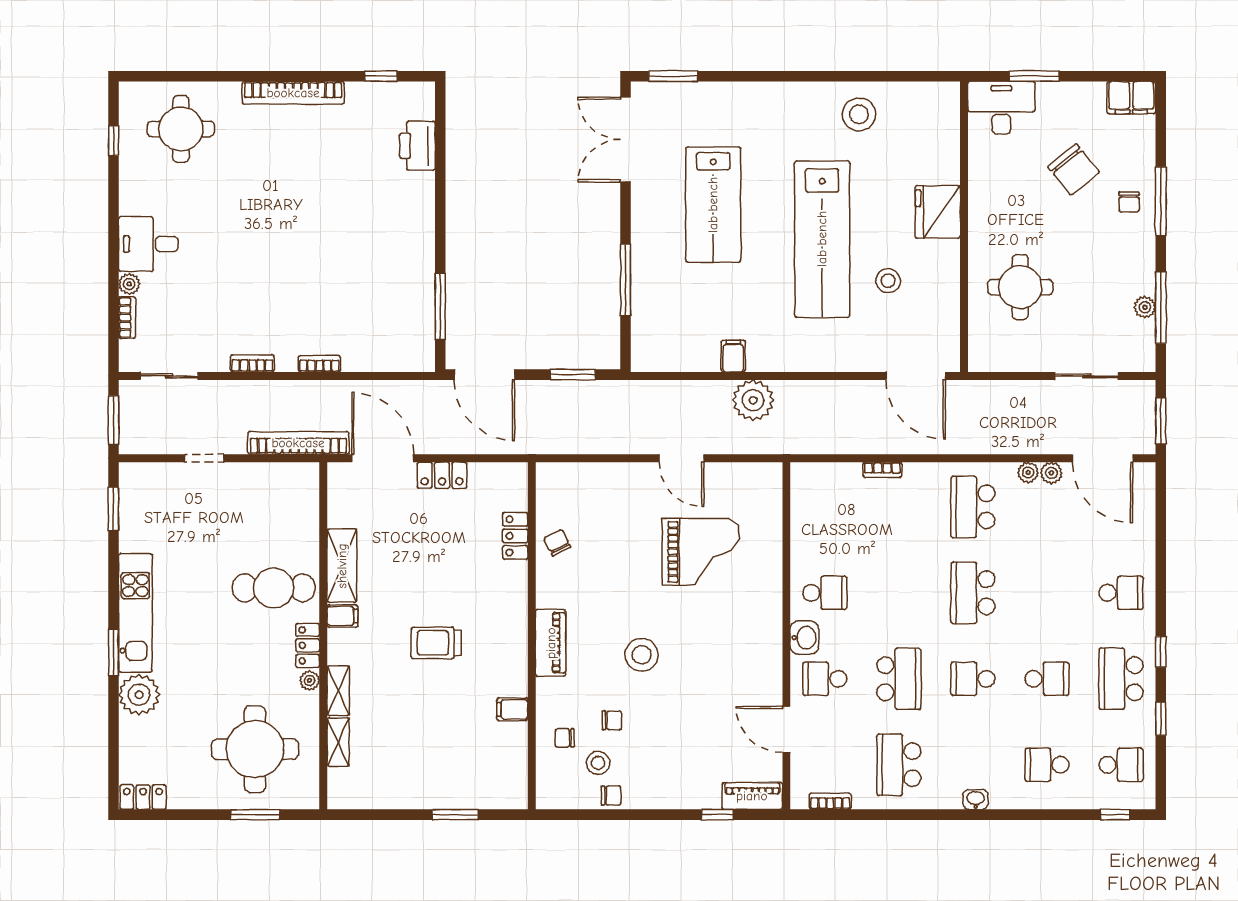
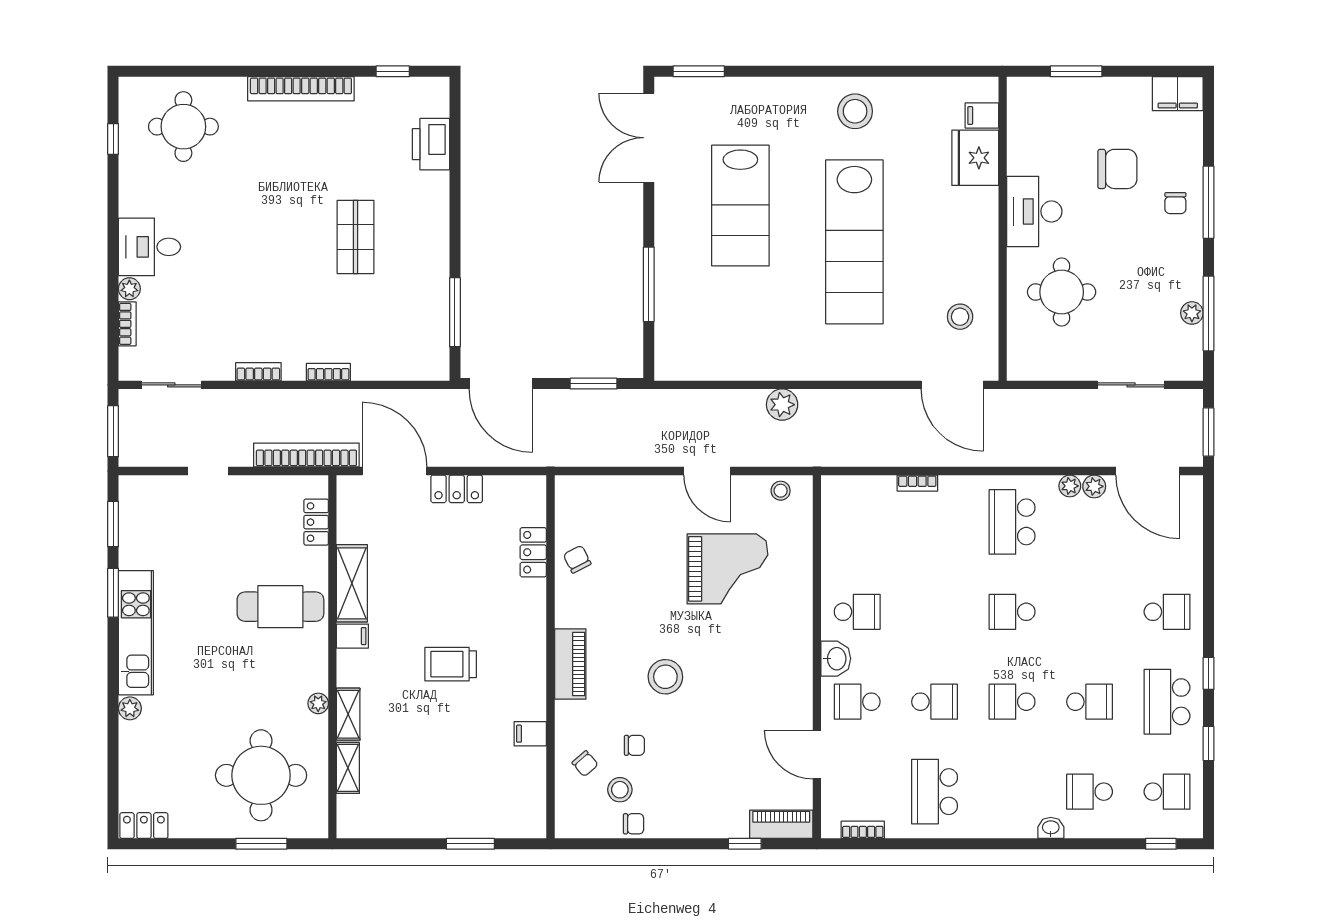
desk: (1001, 108) -> (1034, 211), moved, turned -90
stool: (859, 114) -> (855, 111), moved
chair: (1074, 169) -> (1117, 169), turned -51
fridge: (938, 212) -> (975, 158), moved
shop shelf: (345, 234) -> (355, 237), added
stool: (888, 281) -> (960, 317), moved
filing cabinet: (733, 356) -> (982, 116), moved, turned -90
plant: (753, 400) -> (782, 405), width x0.73, depth x0.73
stool: (752, 477) -> (781, 491), added
school desk: (973, 593) -> (1012, 612), width x0.54
locker: (308, 645) -> (316, 522), moved
window: (114, 652) -> (113, 593), moved
school desk: (899, 679) -> (935, 702), width x0.54
plant: (139, 695) -> (130, 708), width x0.53, depth x0.53
chair: (565, 738) -> (585, 764), turned -131
washbasin: (976, 799) -> (1051, 828), moved

